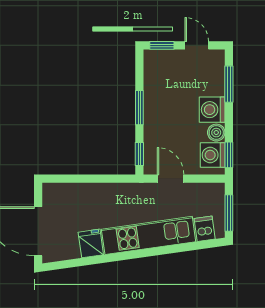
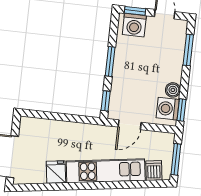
washing machine: (212, 110) -> (134, 25), moved, turned -90
door: (171, 179) -> (130, 125), swing flipped

